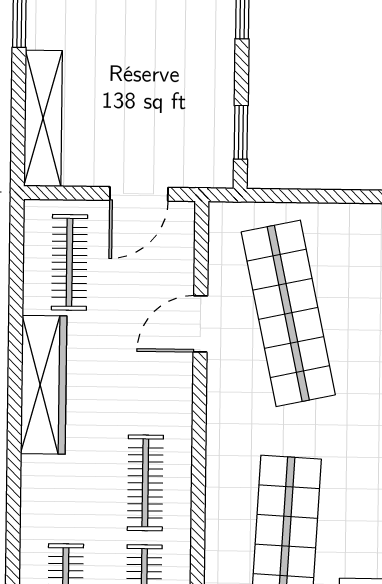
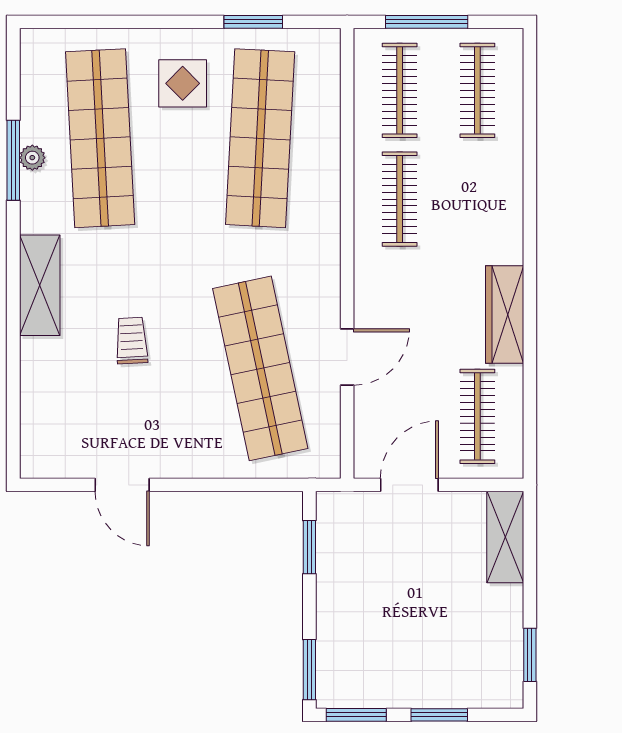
shelving: (43, 118) -> (505, 537), width x0.68
wardrobe: (44, 385) -> (505, 314), width x0.71, depth x0.85

